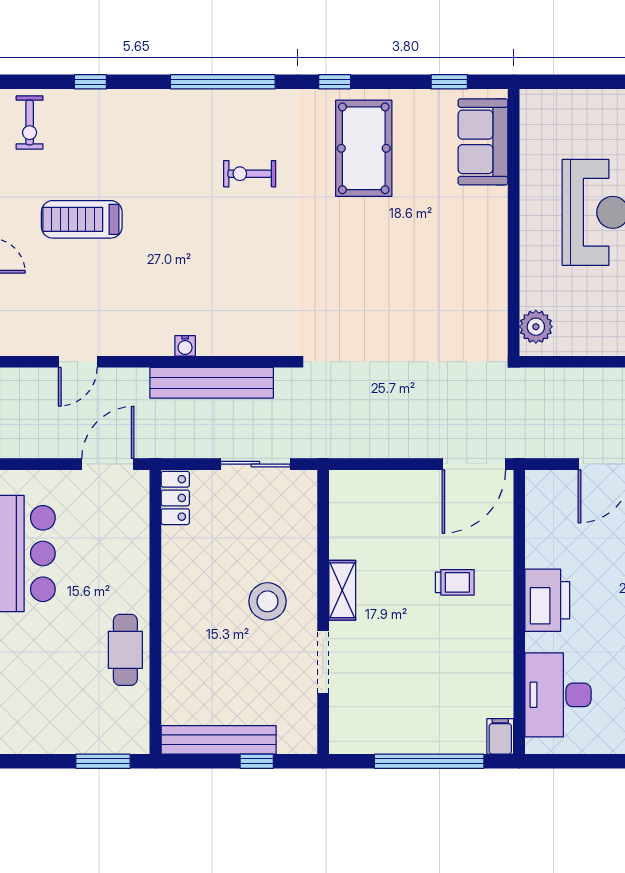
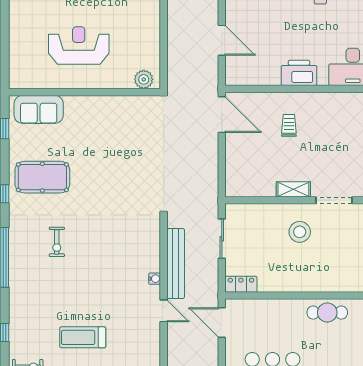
treadmill: (82, 219) -> (83, 337), turned 90
door: (78, 362) -> (164, 311), moved

